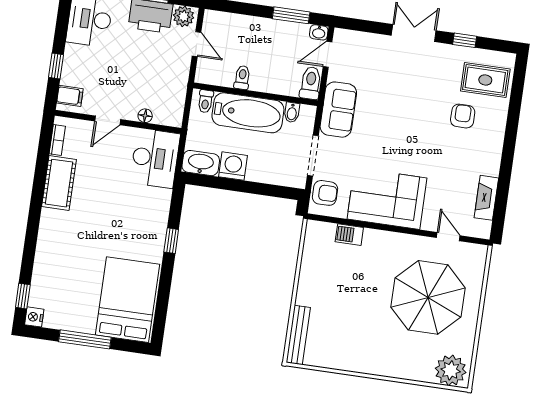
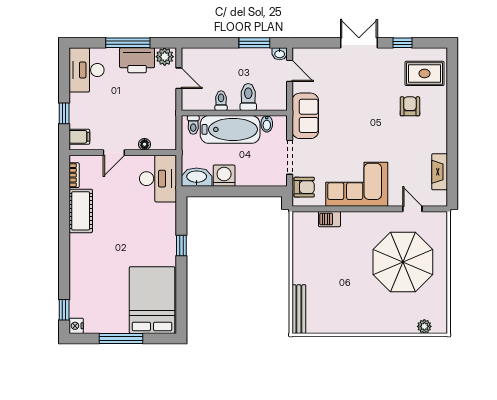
door: (328, 54) -> (290, 71), swing flipped
toilet: (311, 83) -> (248, 97), moved
plant: (451, 370) -> (424, 326), width x0.53, depth x0.53

